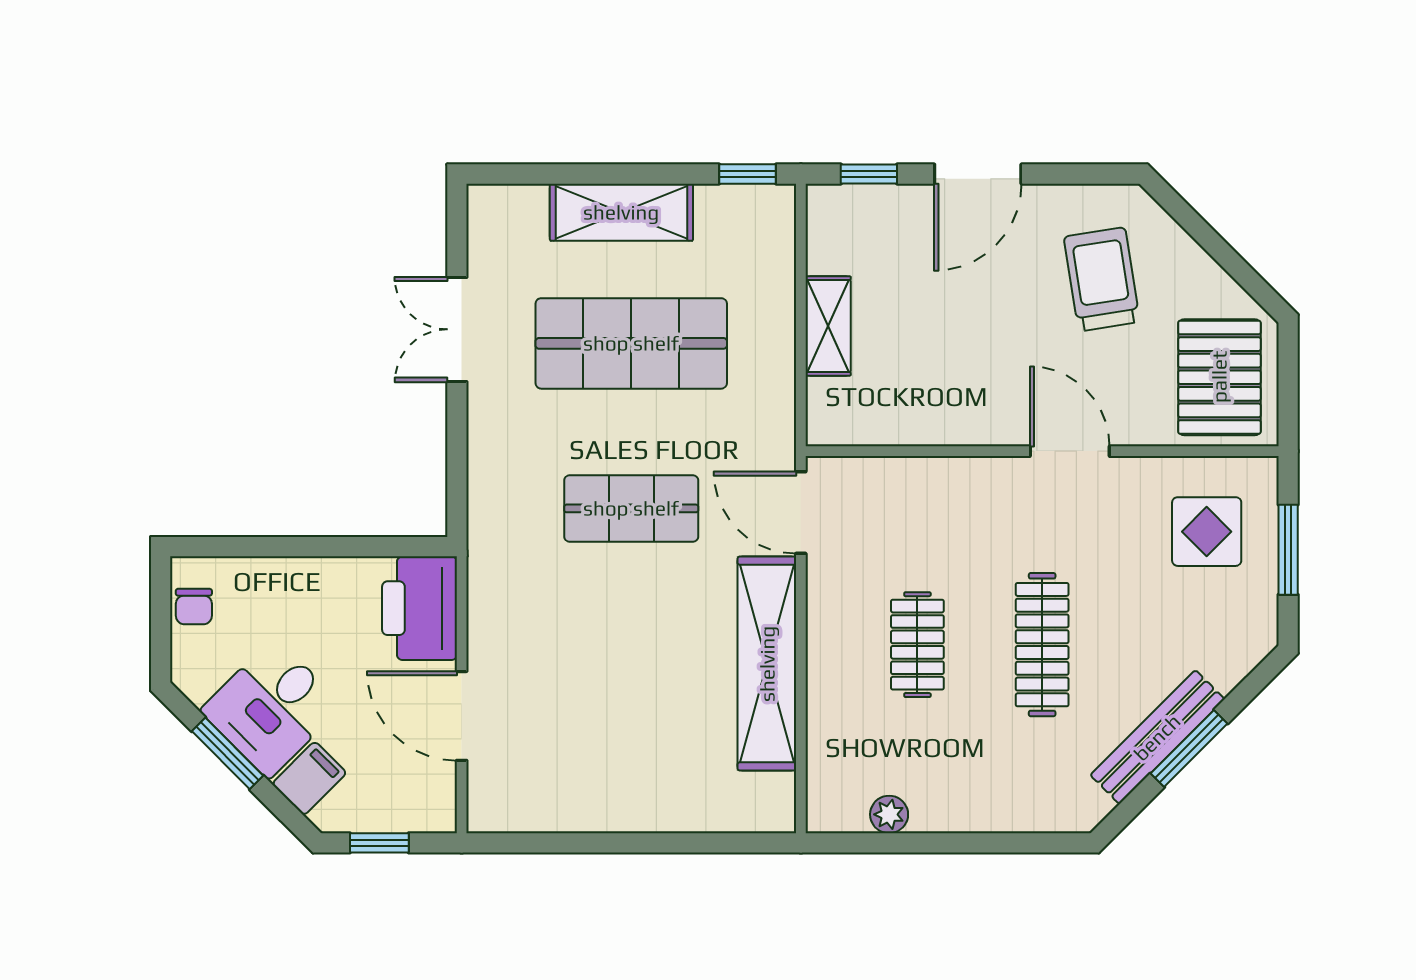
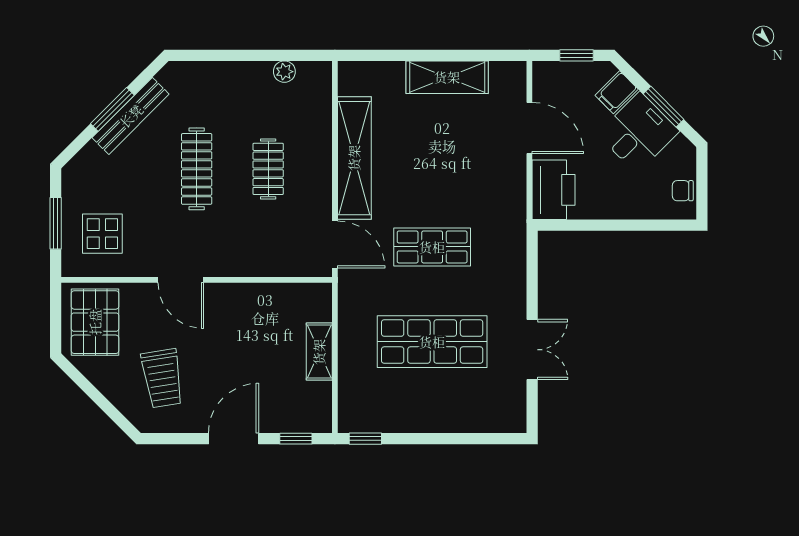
shelving: (621, 212) -> (447, 77), moved
chair: (194, 607) -> (683, 191), turned -90

